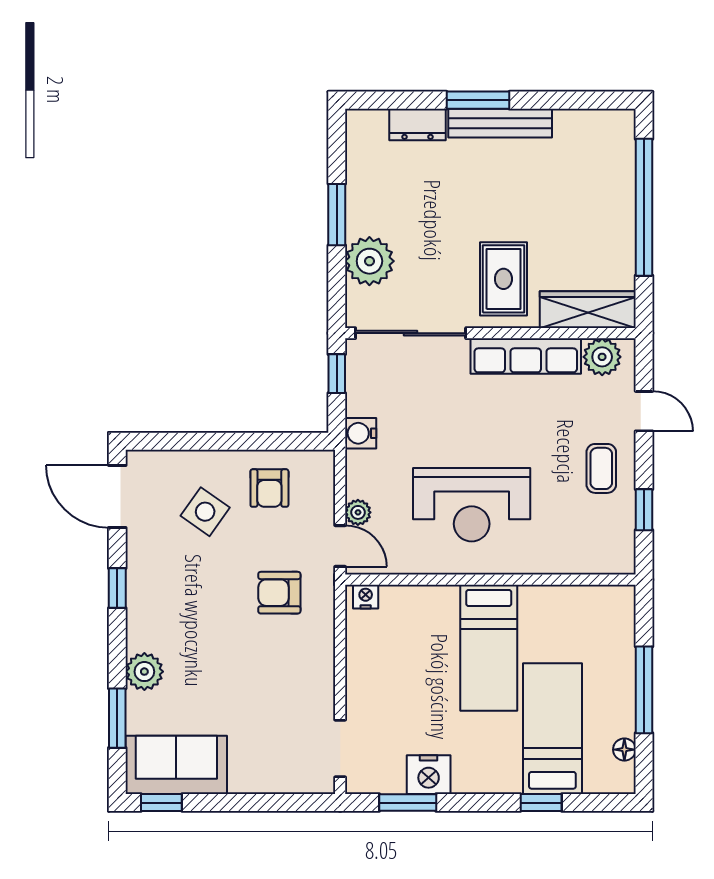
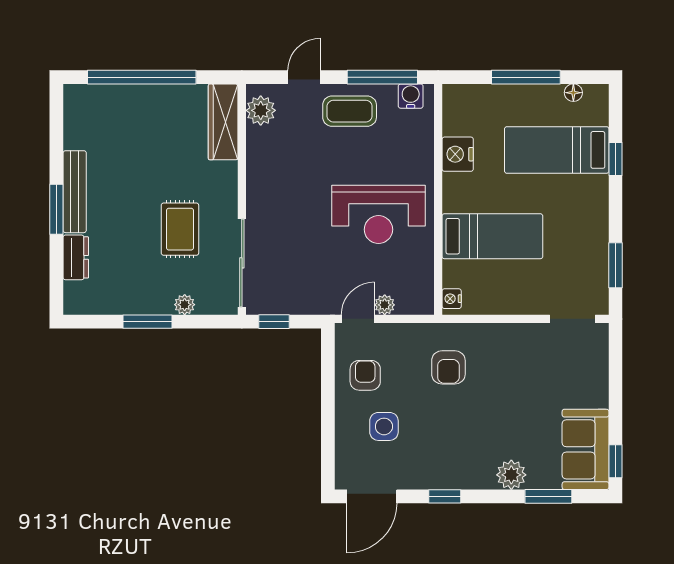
plant: (369, 261) -> (185, 305), width x0.53, depth x0.53
rug: (503, 279) -> (180, 229), moved, turned 90
row of seats: (526, 356) -> (260, 171), removed
water cooler: (361, 433) -> (411, 96), moved, turned 180
coffee table: (601, 468) -> (350, 111), width x1.36, depth x1.30
armchair: (269, 488) -> (365, 375), turned -90
reception desk: (472, 505) -> (378, 214), turned 90
window: (644, 510) -> (382, 77), width x2.17
side table: (205, 512) -> (384, 426), turned -35
door: (340, 546) -> (358, 319), moved
bed: (489, 648) -> (492, 236), moved
nightstand: (429, 775) -> (458, 154), moved, turned 180

